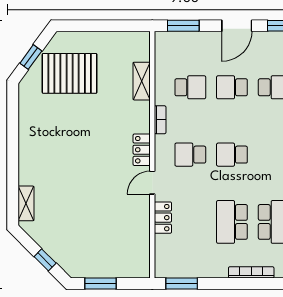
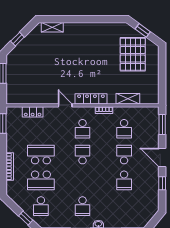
locker: (142, 150) -> (91, 99), width x1.53
school desk: (190, 155) -> (82, 129), turned 180
locker: (163, 218) -> (33, 112), moved

